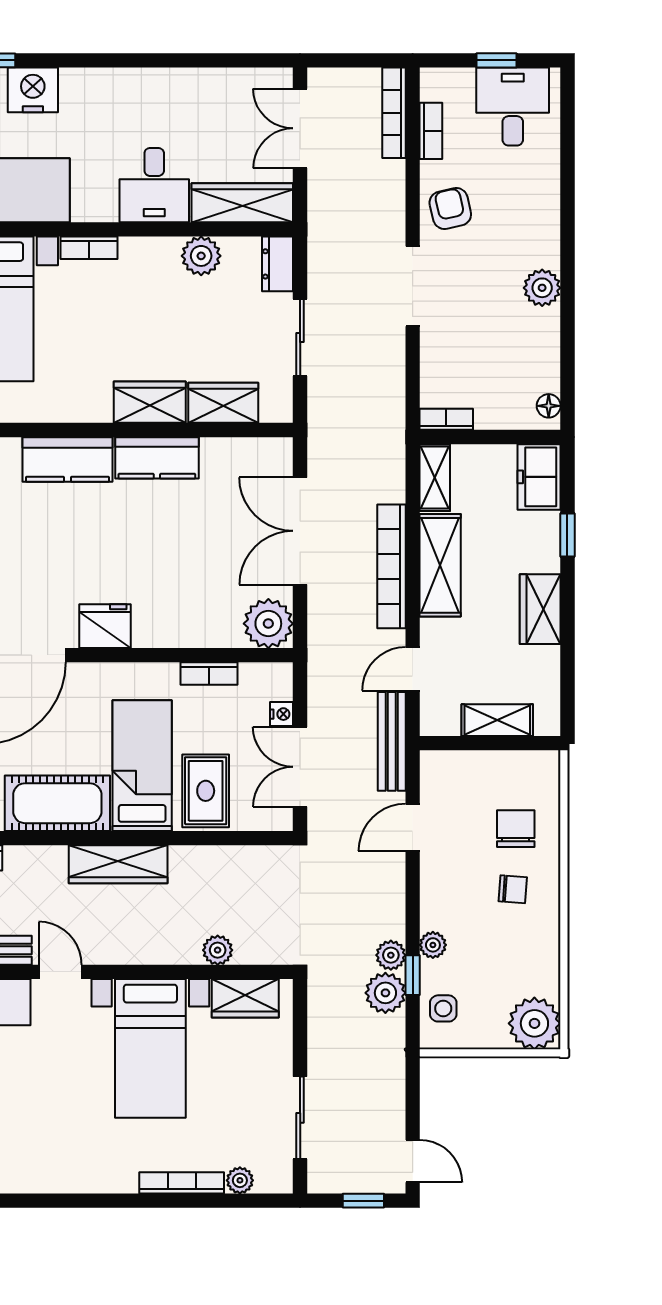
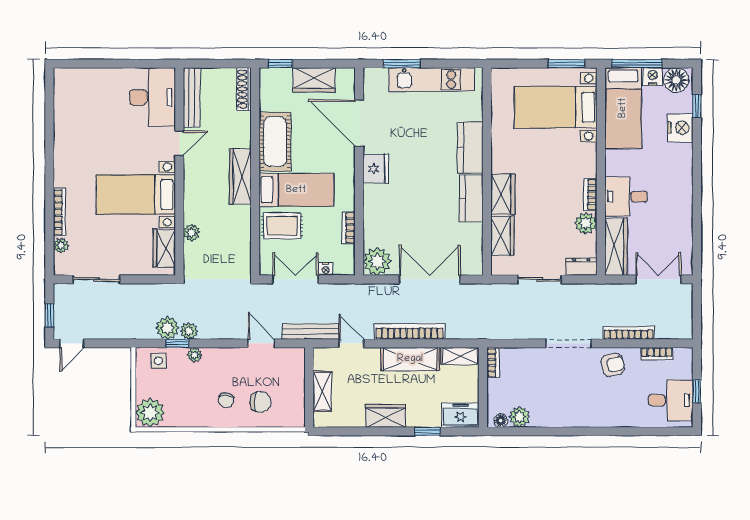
bookcase: (394, 113) -> (629, 333), moved
bookcase: (89, 248) -> (590, 195), moved
plant: (542, 288) -> (519, 417), moved

